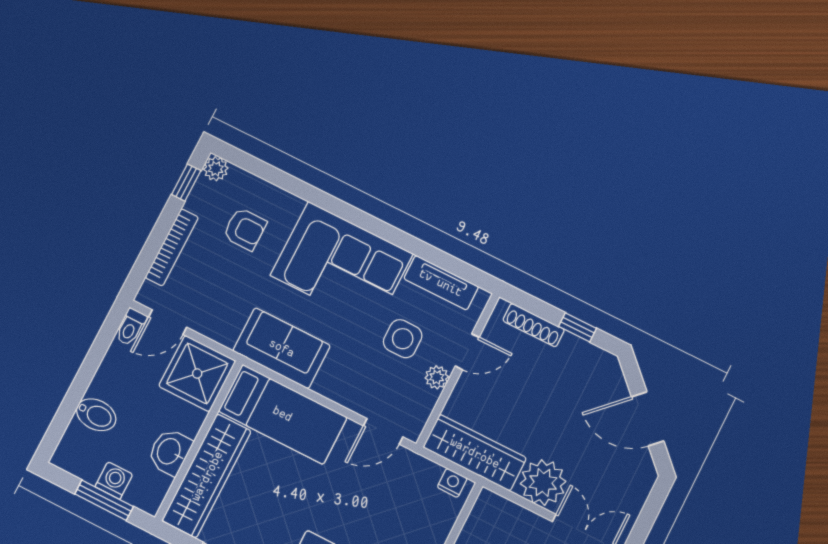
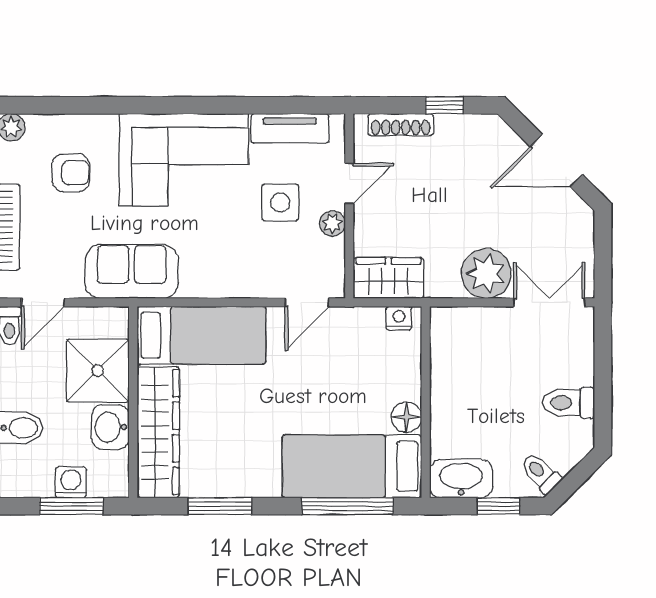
sofa: (282, 348) -> (132, 271), moved
shower: (197, 374) -> (98, 371), moved
wardrobe: (475, 453) -> (388, 278), width x0.67

